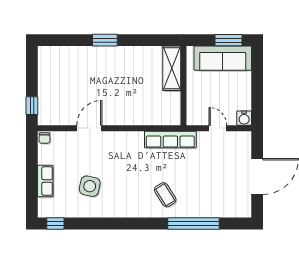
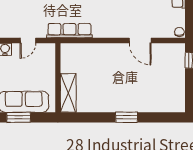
door: (89, 128) -> (140, 41), hinge flipped
door: (218, 128) -> (28, 41), hinge flipped

